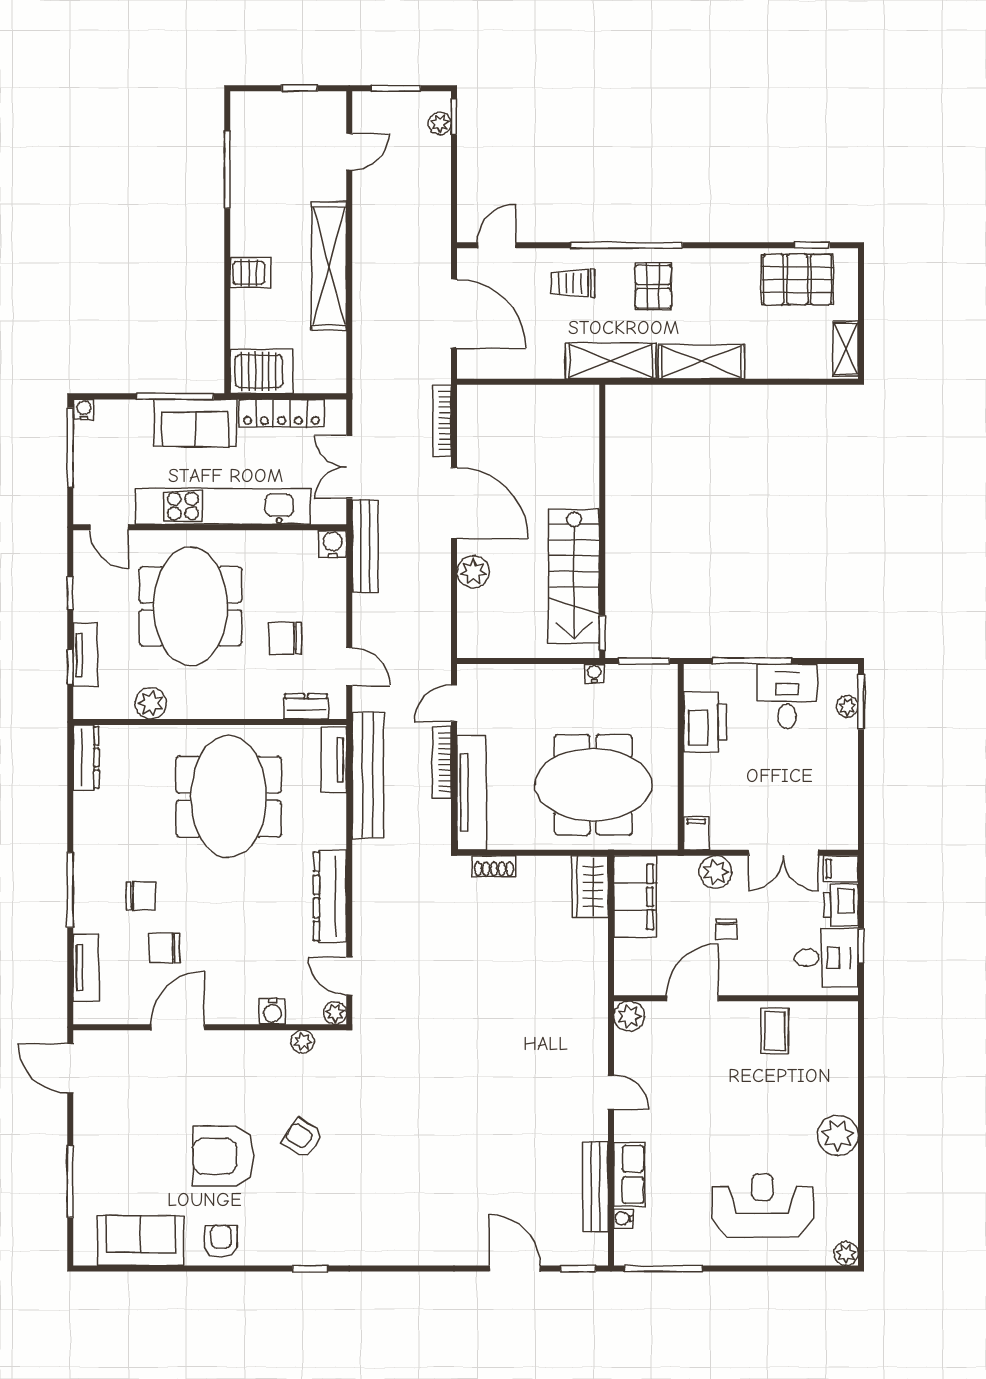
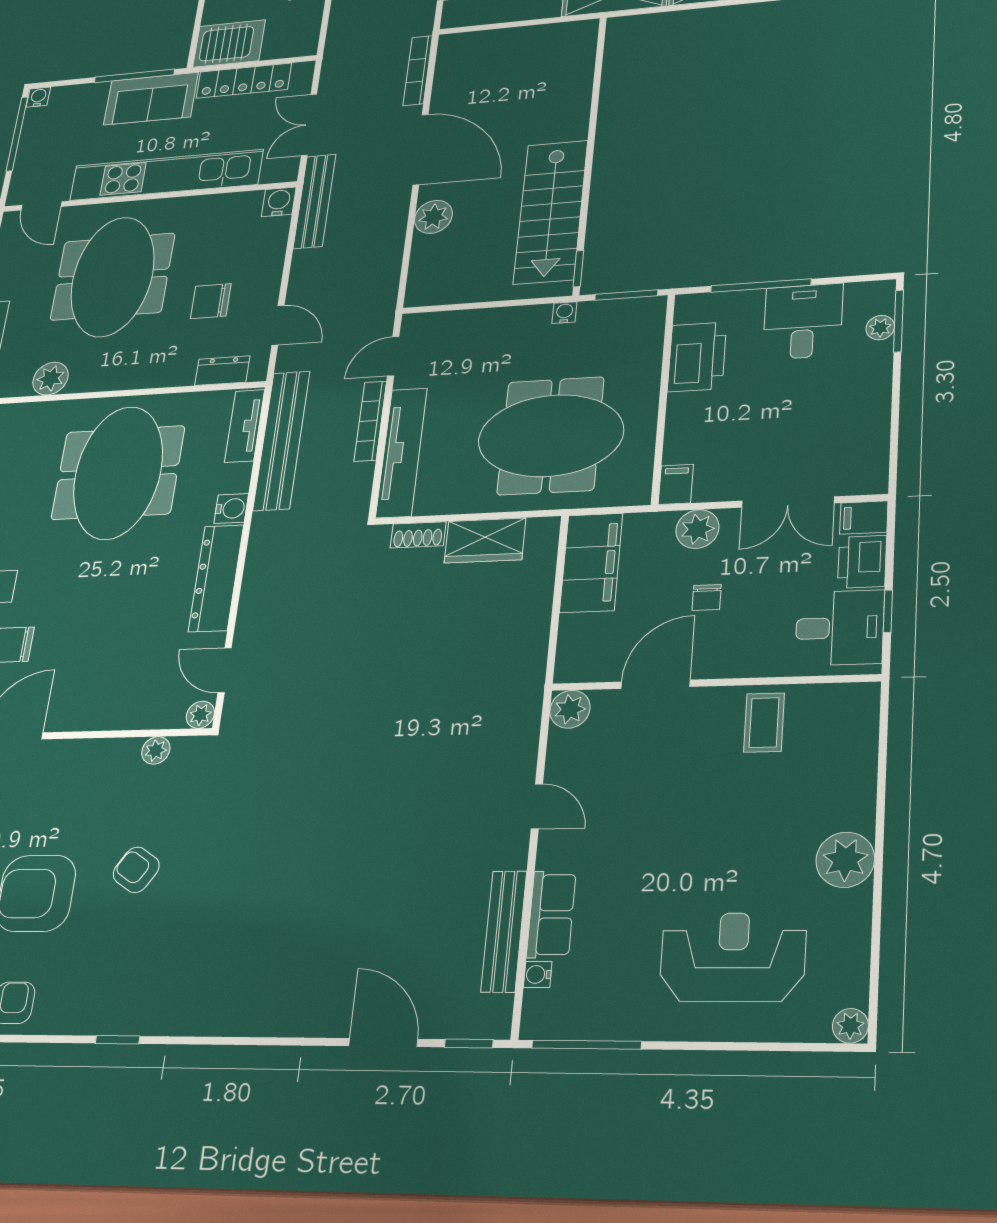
wardrobe: (590, 887) -> (485, 540), moved, turned -90
water cooler: (272, 1011) -> (231, 509), moved, turned -90

